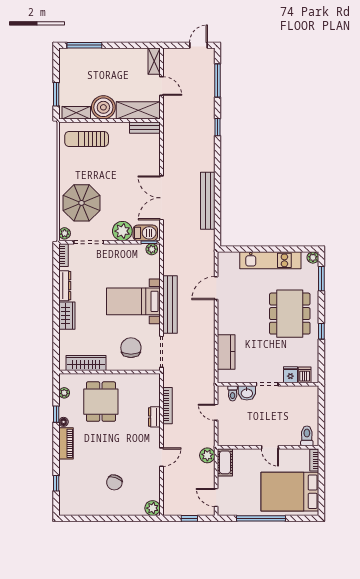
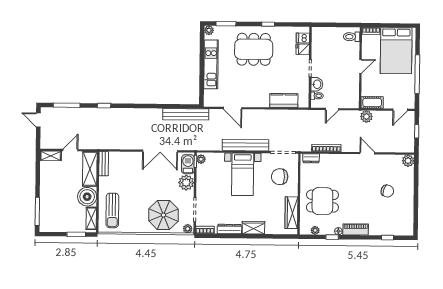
bench: (208, 201) -> (186, 114), moved
dresser: (154, 417) -> (311, 158), moved

